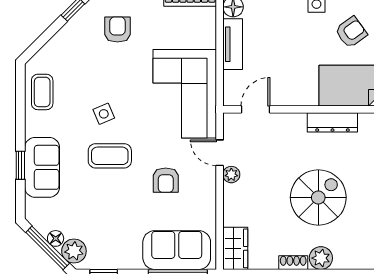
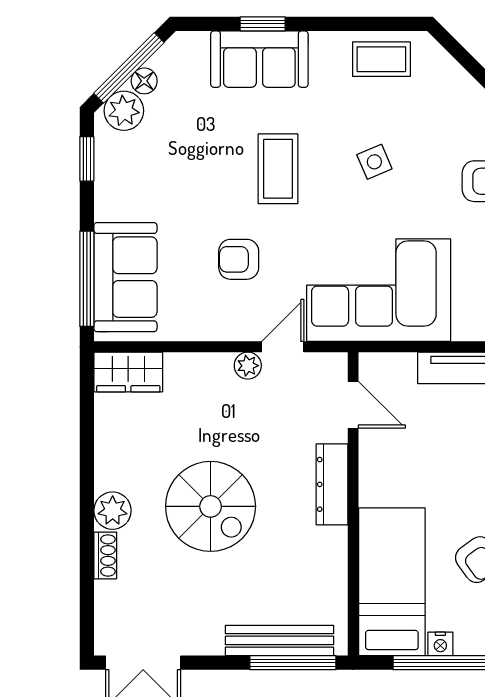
side table: (104, 114) -> (374, 162), moved
dresser: (332, 122) -> (332, 484), moved
shoe rack: (293, 263) -> (105, 555), moved

